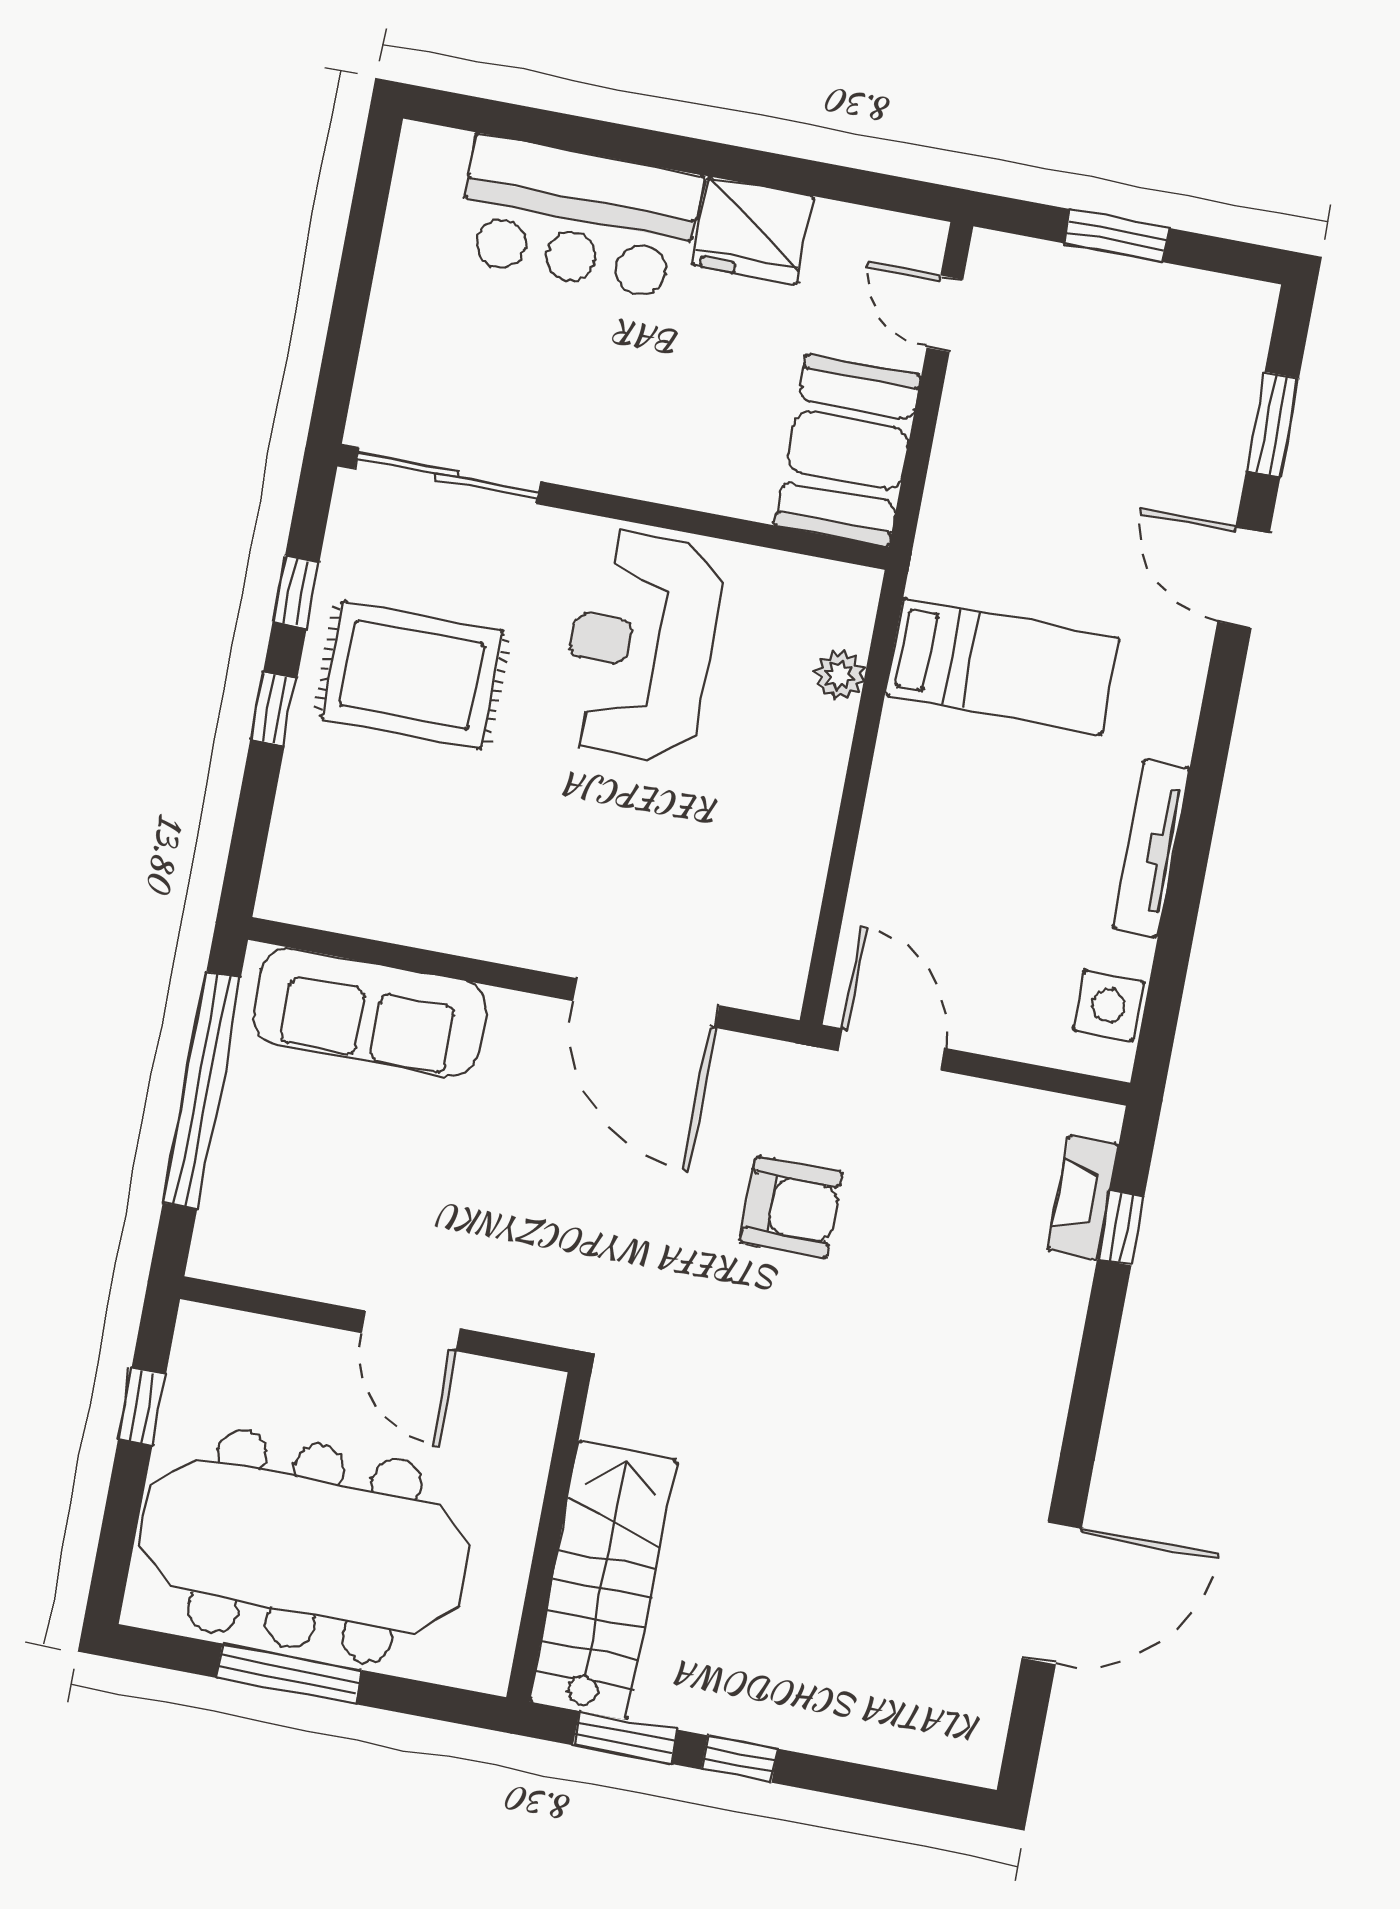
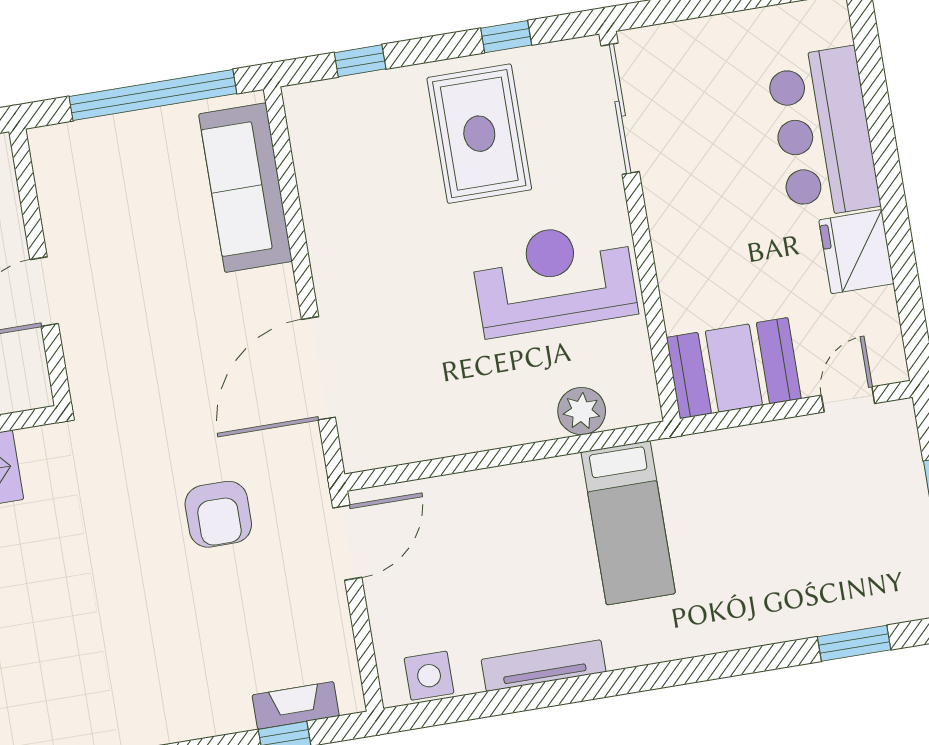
door: (1244, 577) -> (746, 661), removed
plant: (840, 676) -> (582, 411), width x1.38, depth x1.38
window: (274, 709) -> (360, 61), moved

